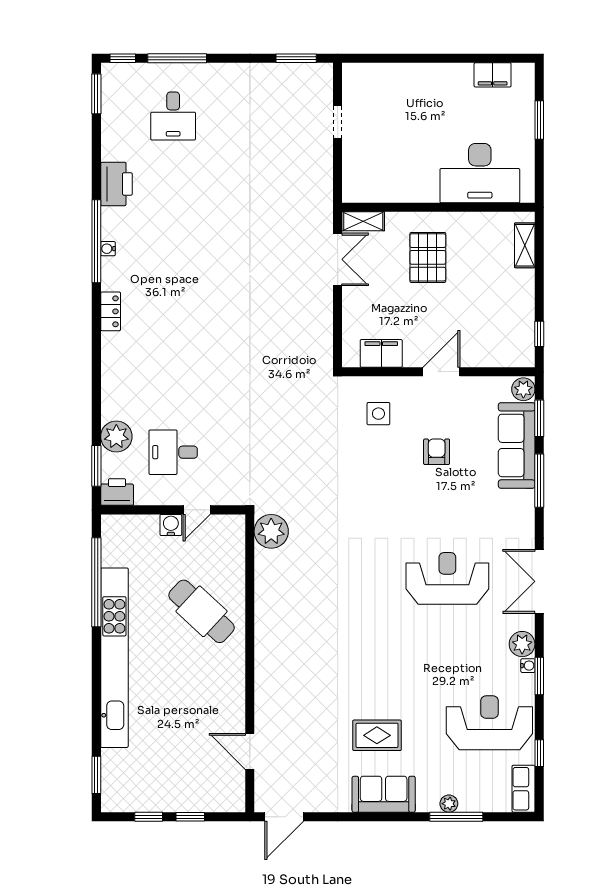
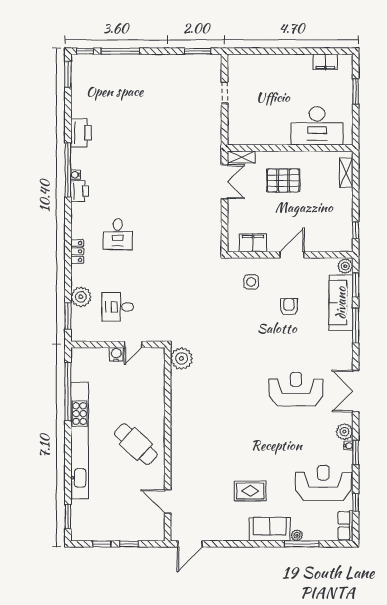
desk: (173, 116) -> (118, 234), moved
pallet: (428, 257) -> (283, 180), turned 90
locker: (111, 311) -> (77, 251), moved
printer: (117, 492) -> (80, 191), moved, turned 90
cafe table: (202, 611) -> (136, 444), moved
sofa: (384, 794) -> (270, 529), moved

